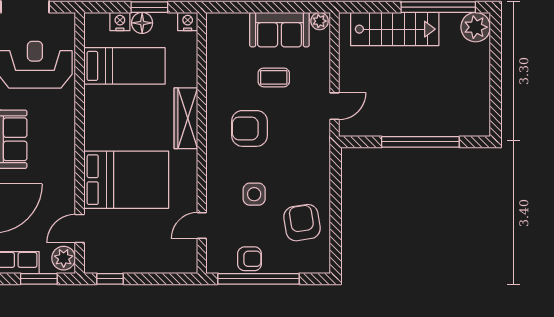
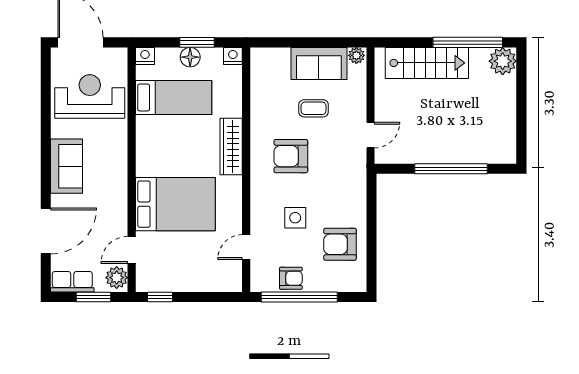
nightstand: (120, 22) -> (145, 56), moved
armchair: (302, 223) -> (340, 244), turned -81

